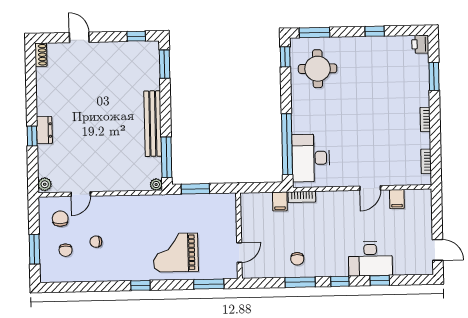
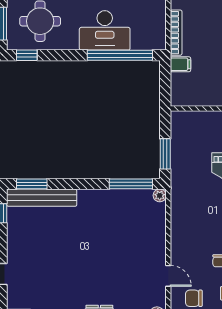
bench: (153, 124) -> (42, 198), moved
desk: (311, 158) -> (105, 30), moved
bookcase: (302, 197) -> (176, 33), width x1.56

